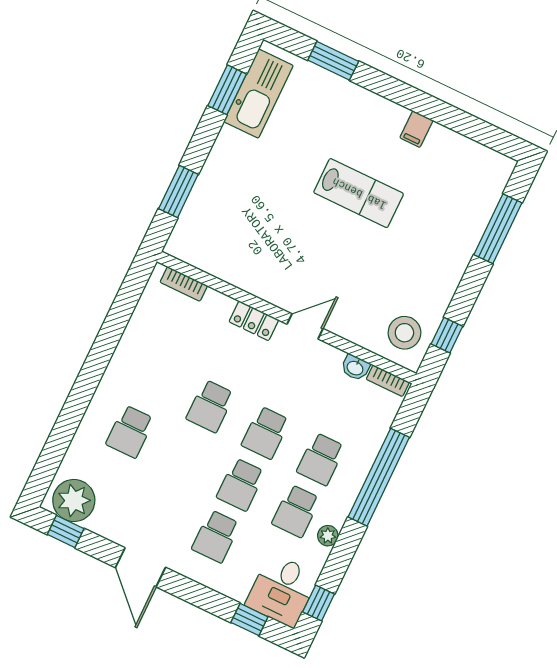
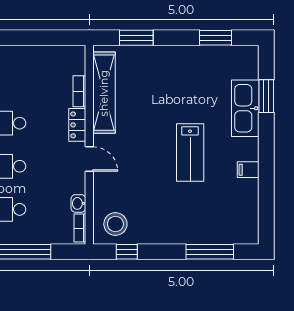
kitchen sink: (259, 94) -> (245, 108), moved, turned 90
shelving: (229, 267) -> (104, 93), added
bookcase: (184, 284) -> (79, 91), moved

